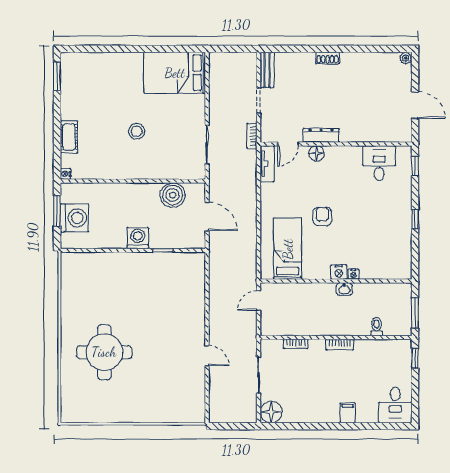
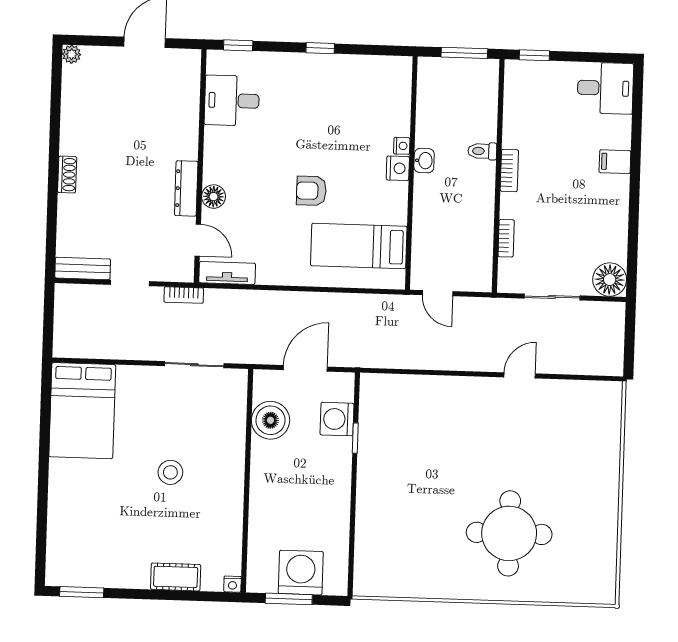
washing machine: (138, 238) -> (337, 419), moved
toilet: (377, 327) -> (482, 151), moved

